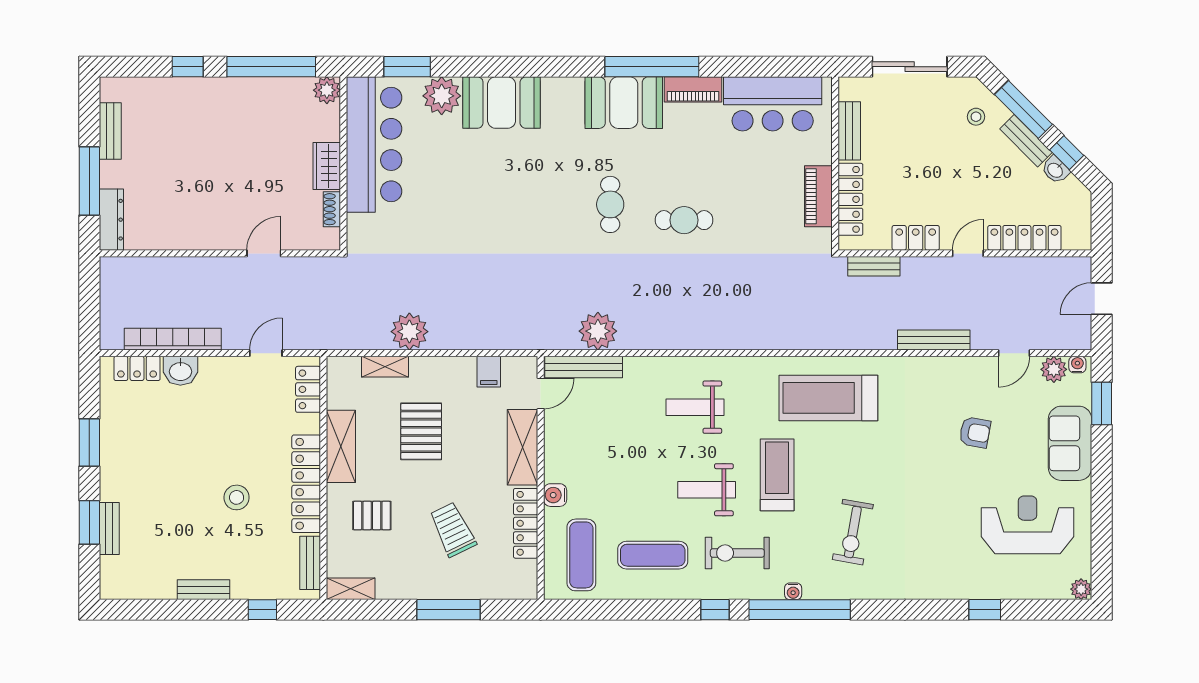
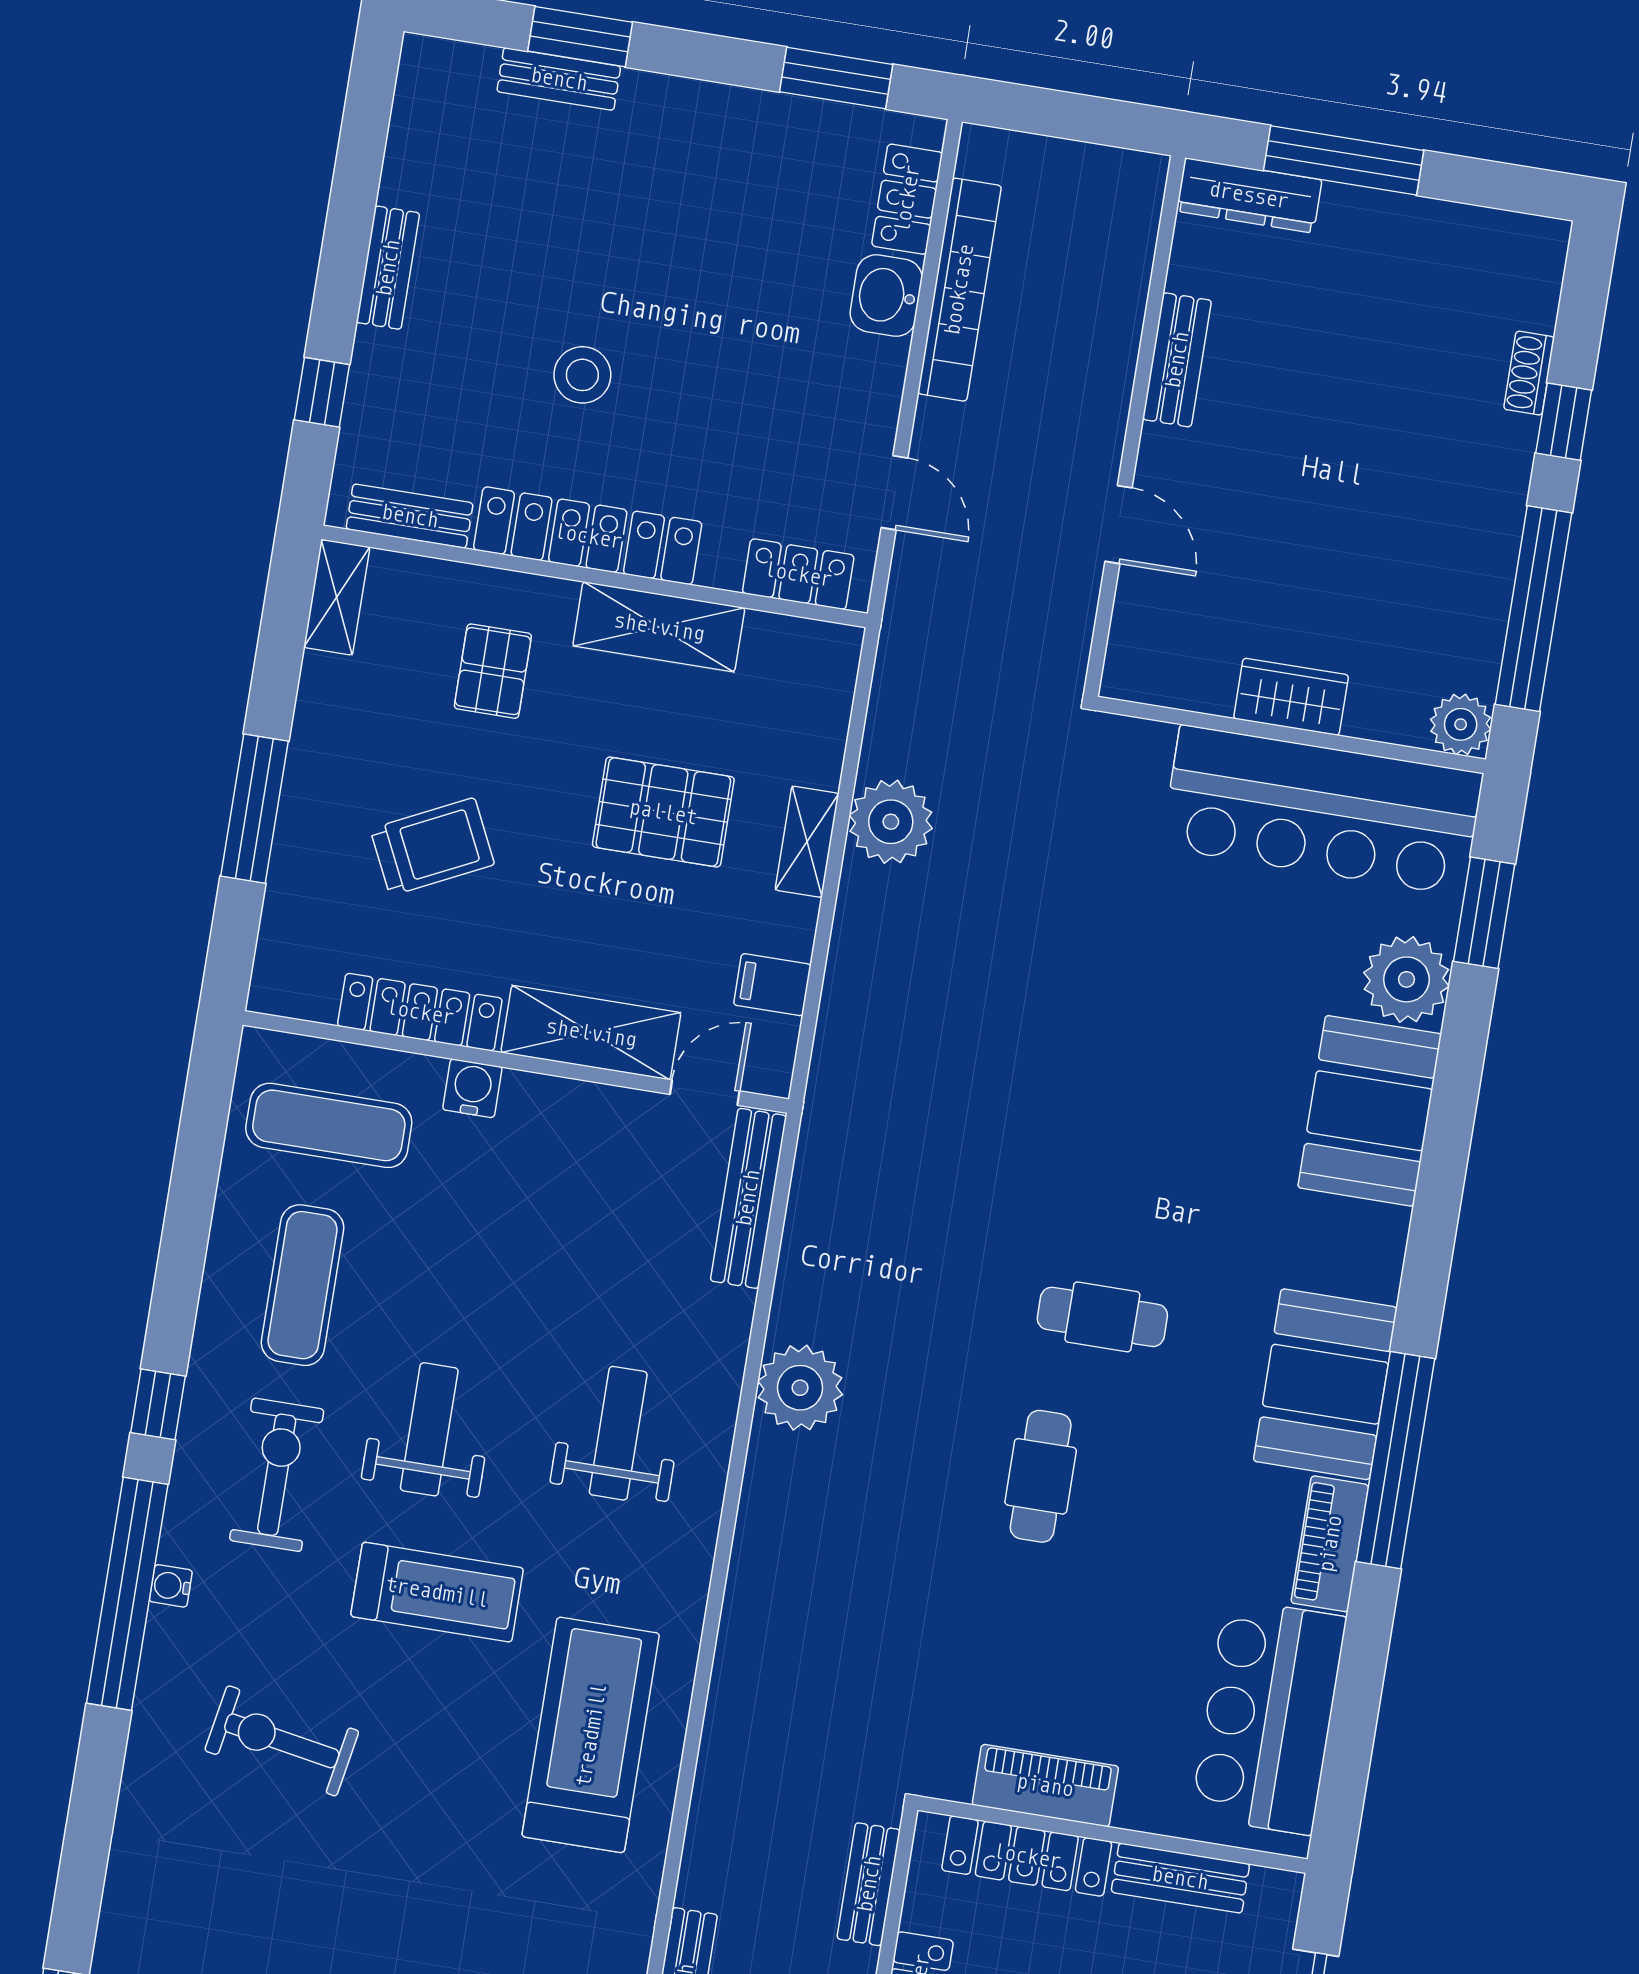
bench: (110, 131) -> (1177, 360), moved, turned 90
shoe rack: (332, 209) -> (1529, 373), moved, turned -90
plant: (598, 331) -> (800, 1388), moved
shelving: (385, 367) -> (807, 842), moved
door: (541, 393) -> (705, 1093), swing flipped
window: (89, 442) -> (836, 78), moved

